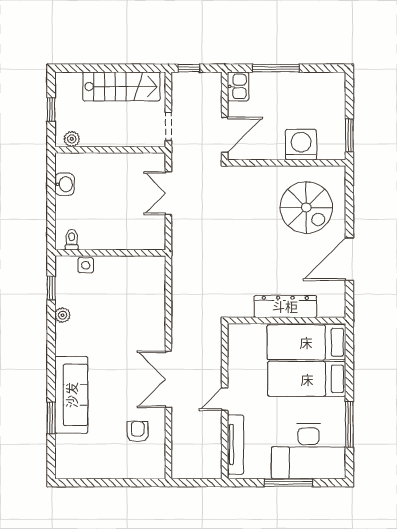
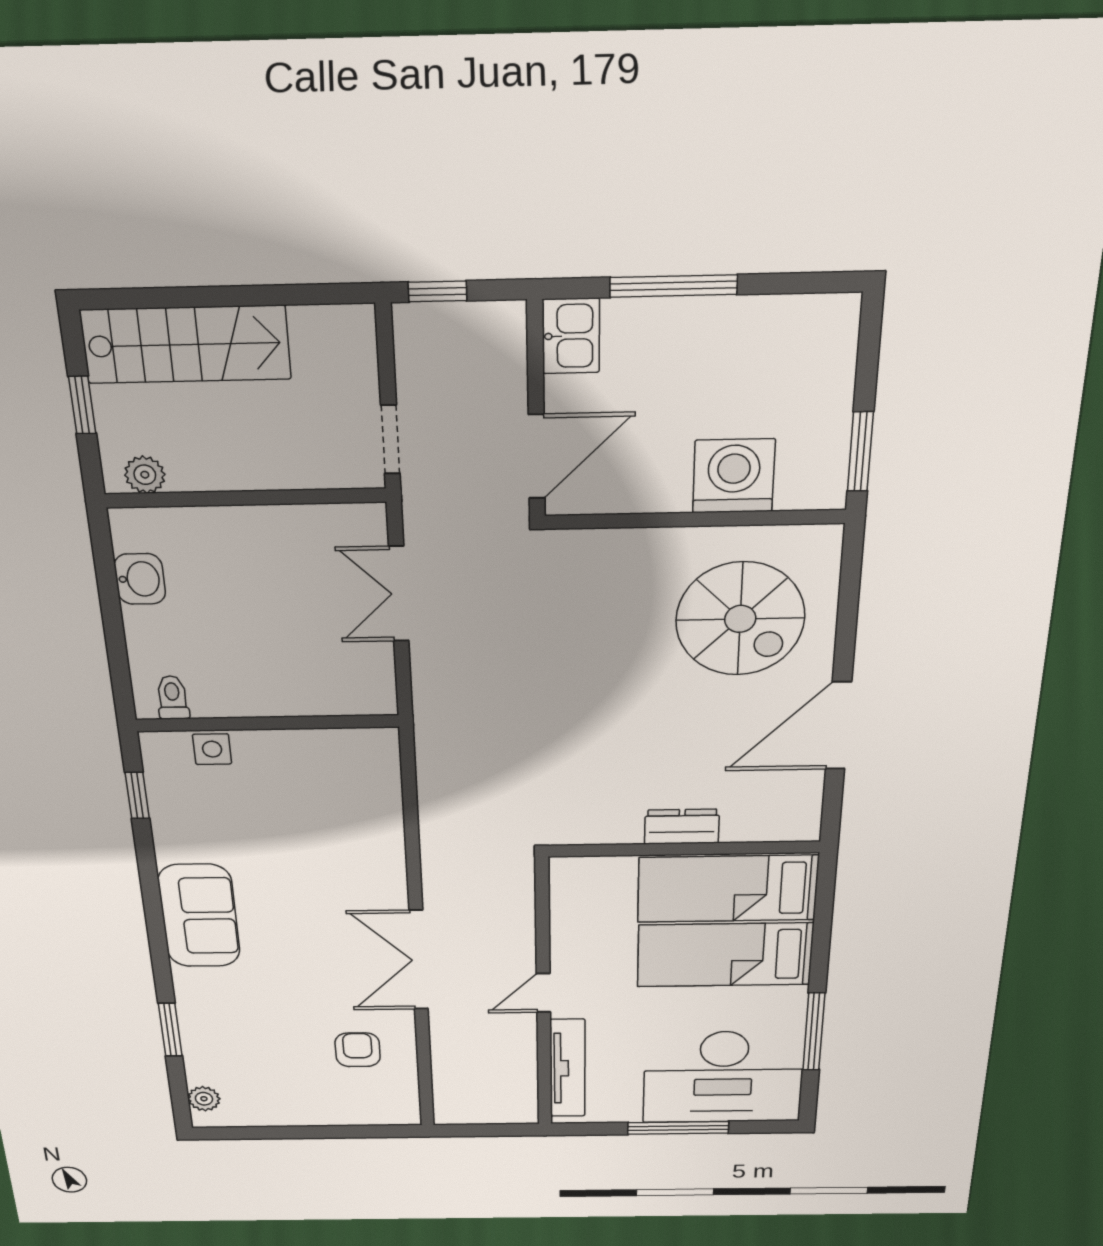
stairs: (121, 86) -> (186, 345), moved
dresser: (285, 306) -> (682, 827), width x0.51, depth x0.80
plant: (63, 315) -> (204, 1099), moved
sofa: (71, 395) -> (199, 916), moved, width x0.73

